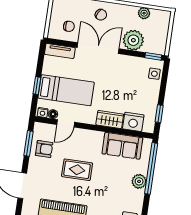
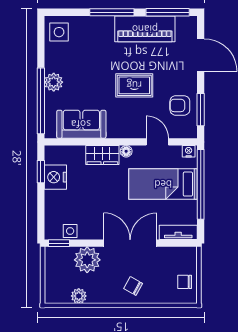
chair: (69, 26) -> (185, 282), moved
double door: (98, 48) -> (130, 243), swing flipped
side table: (154, 74) -> (70, 231), moved
window: (37, 86) -> (201, 184), width x3.17
floor lamp: (53, 114) -> (126, 151), moved
nightstand: (133, 122) -> (55, 177), moved, turned -90
door: (66, 123) -> (157, 142), hinge flipped

